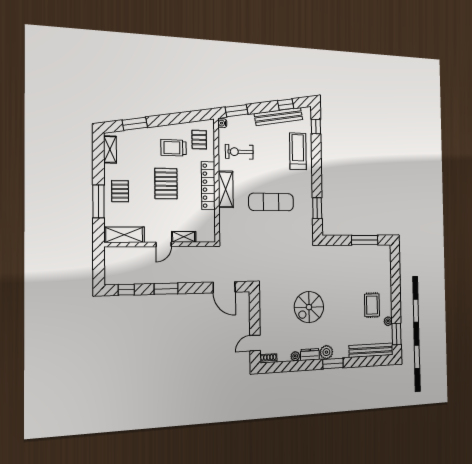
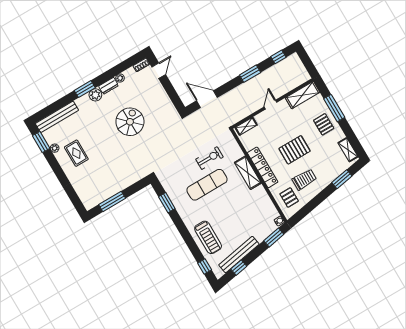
exercise bike: (239, 152) -> (209, 158), moved
pallet: (166, 184) -> (294, 150), turned 90
shelving: (184, 237) -> (246, 126), moved

